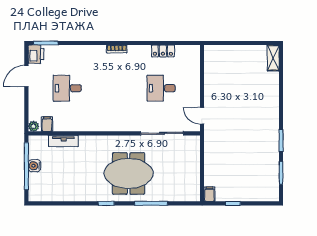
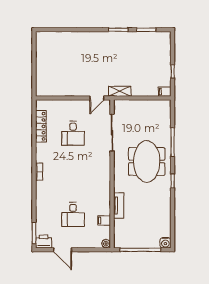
locker: (163, 51) -> (41, 126), width x1.53
shelving: (273, 58) -> (120, 91), moved
filing cabinet: (47, 124) -> (104, 221), moved
tv unit: (63, 141) -> (119, 206), moved
water cooler: (34, 166) -> (165, 243), moved

